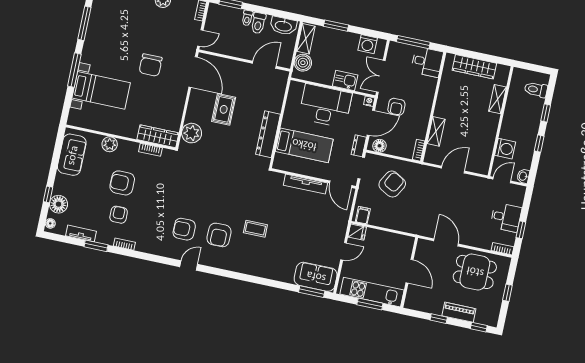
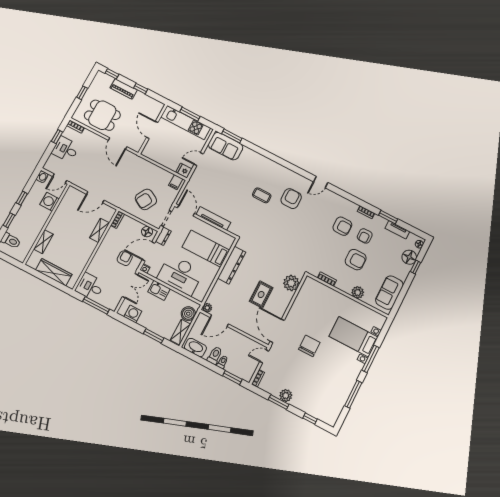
plant: (283, 76) -> (207, 308), added
wardrobe: (158, 136) -> (318, 288), removed
armchair: (184, 229) -> (342, 226), moved

